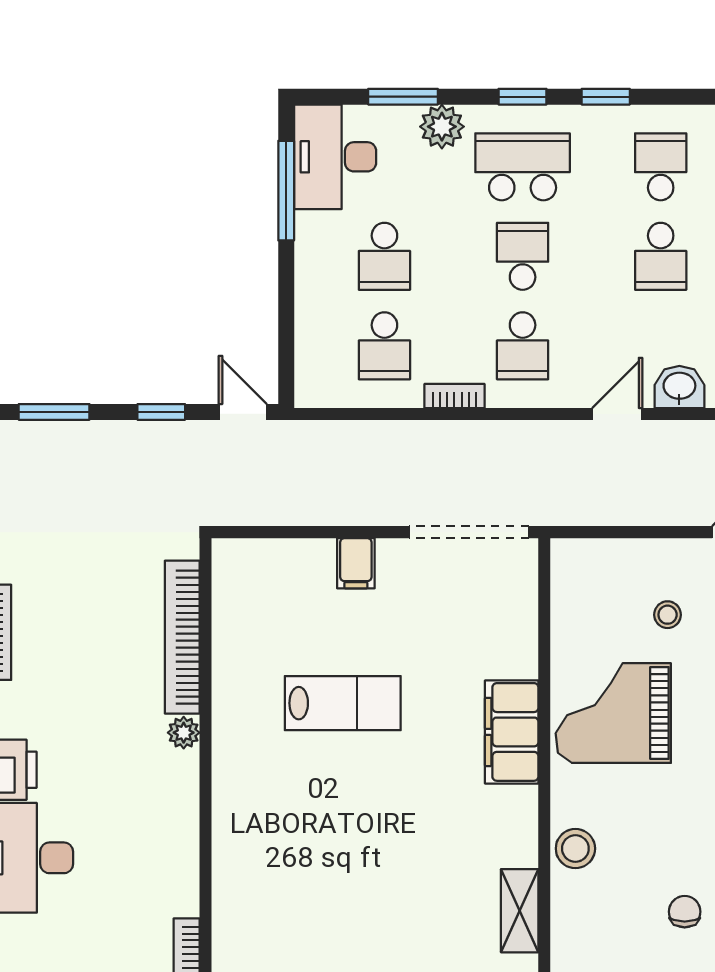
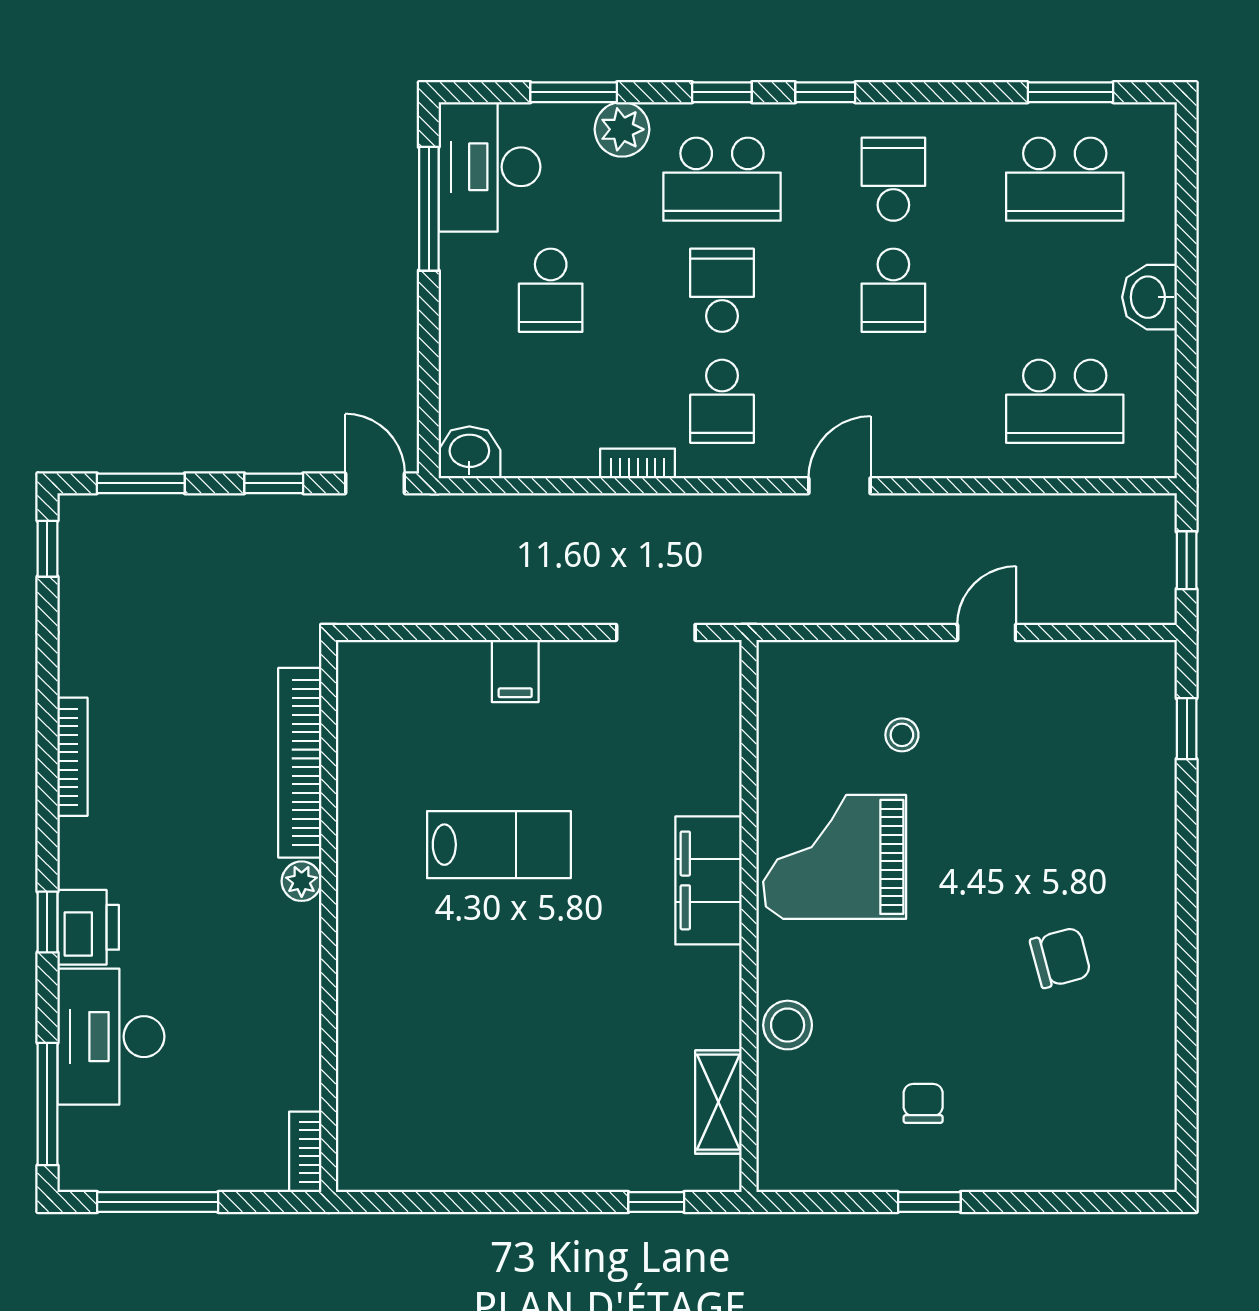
school desk: (523, 167) -> (722, 179), turned 180
school desk: (384, 346) -> (551, 401), removed
washbasin: (679, 387) -> (469, 452), moved
doorway: (469, 532) -> (656, 632), width x0.53

